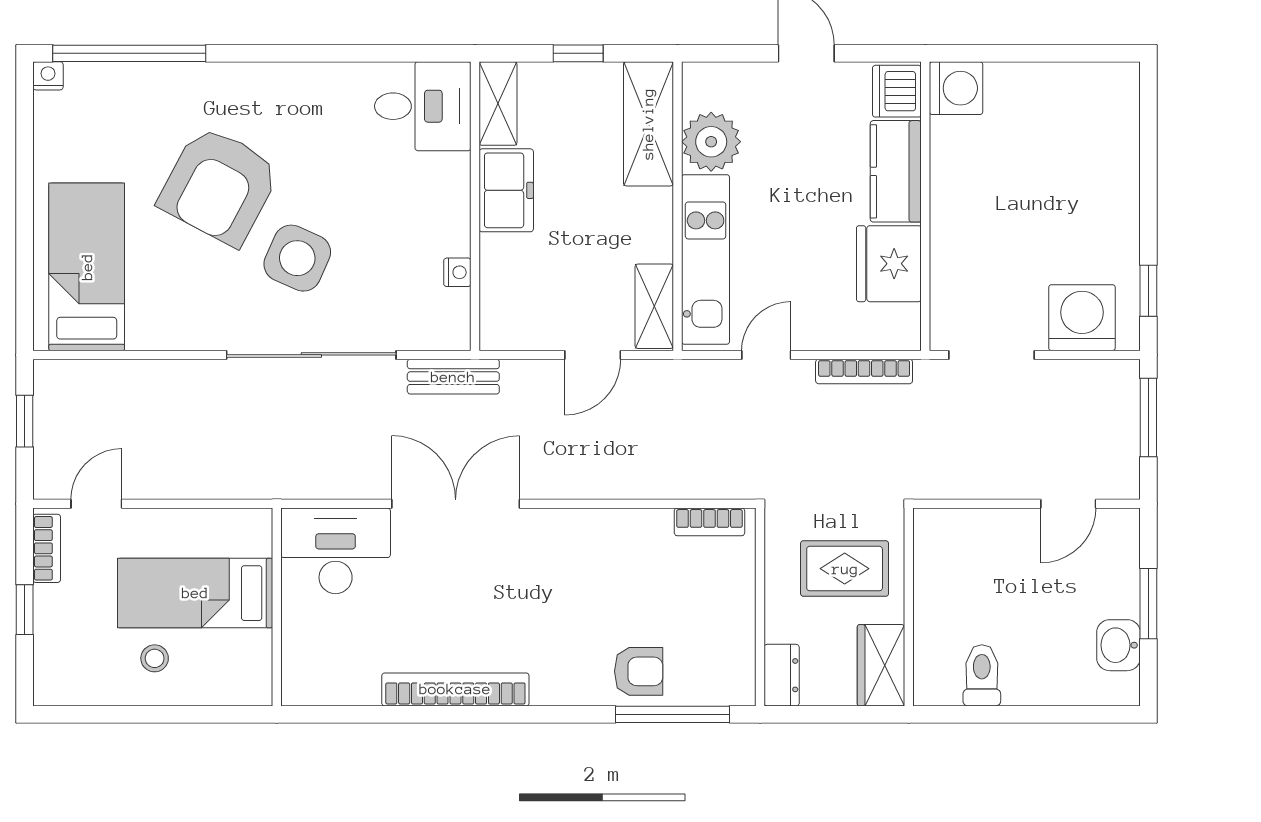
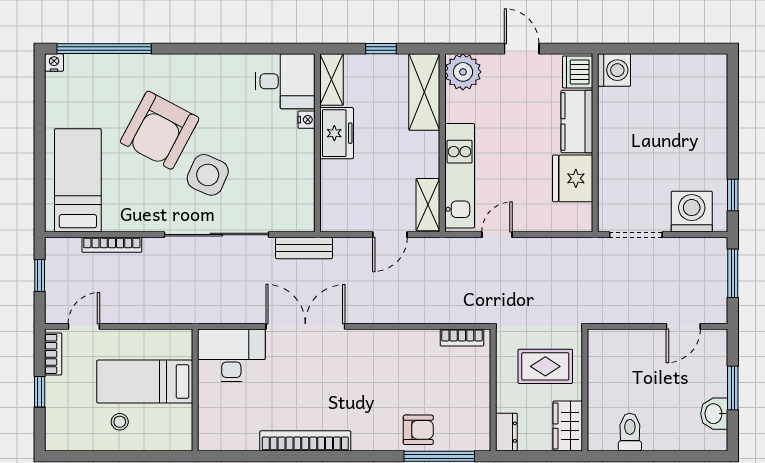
plant: (711, 142) -> (463, 72), moved
nightstand: (457, 272) -> (306, 120), moved
bookcase: (864, 371) -> (112, 245), moved

